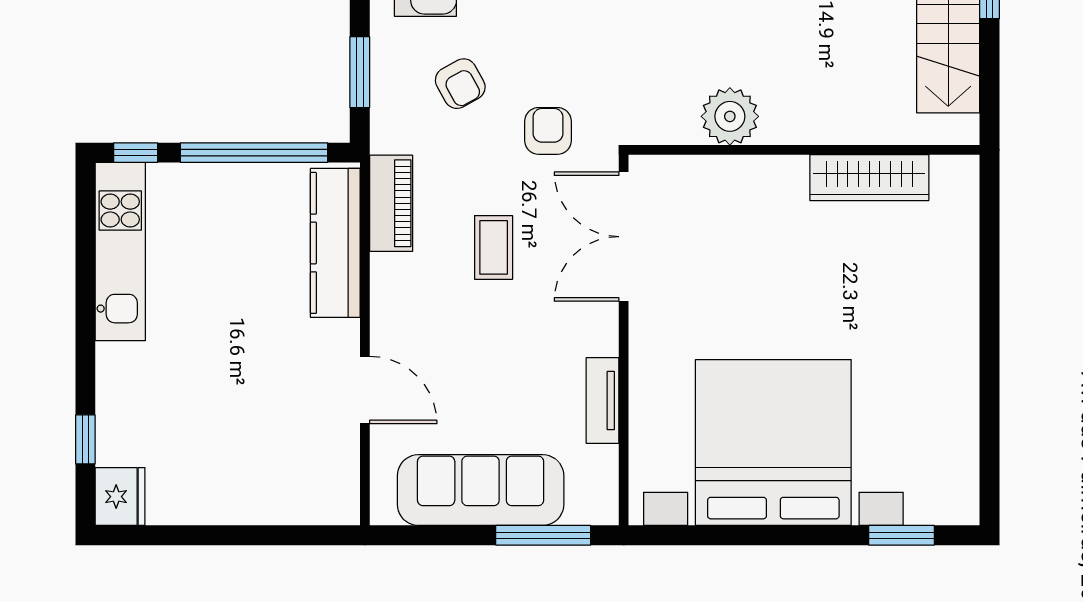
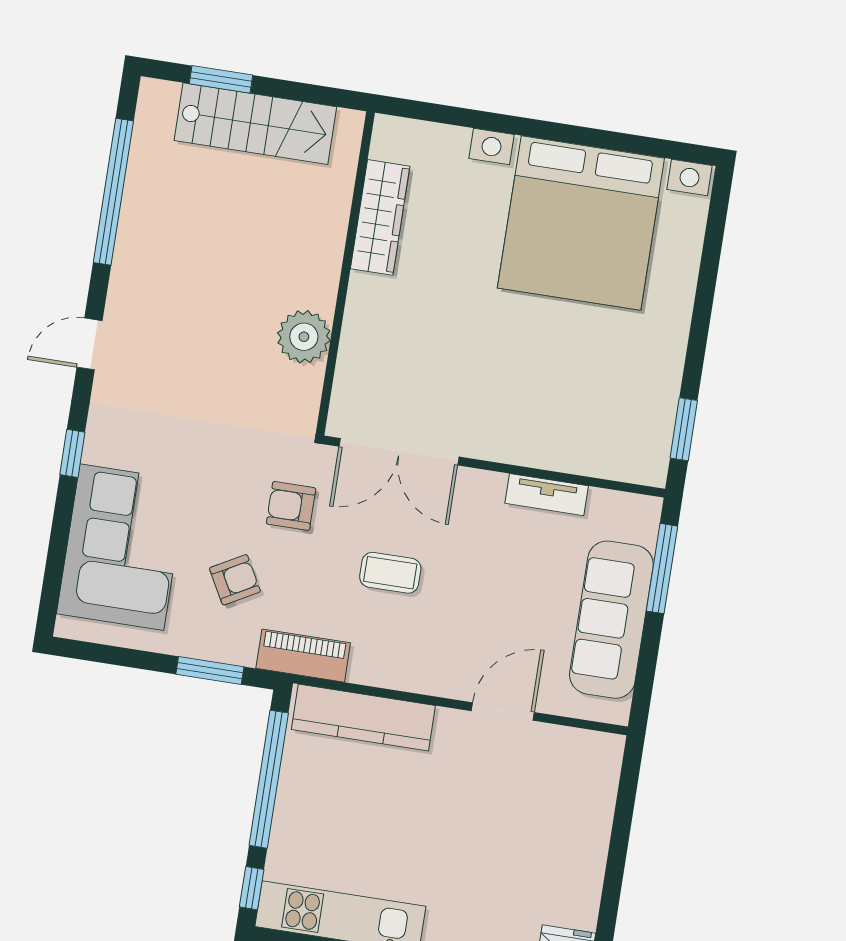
piano: (391, 203) -> (303, 656), moved
bed with nightstands: (773, 443) -> (581, 223), moved, turned -90
window: (901, 535) -> (684, 429), moved

